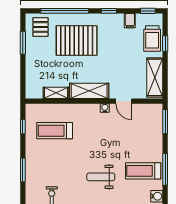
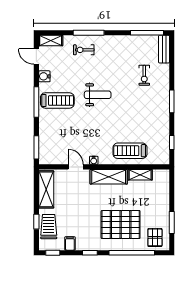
treadmill: (55, 131) -> (130, 151), moved, turned 180

